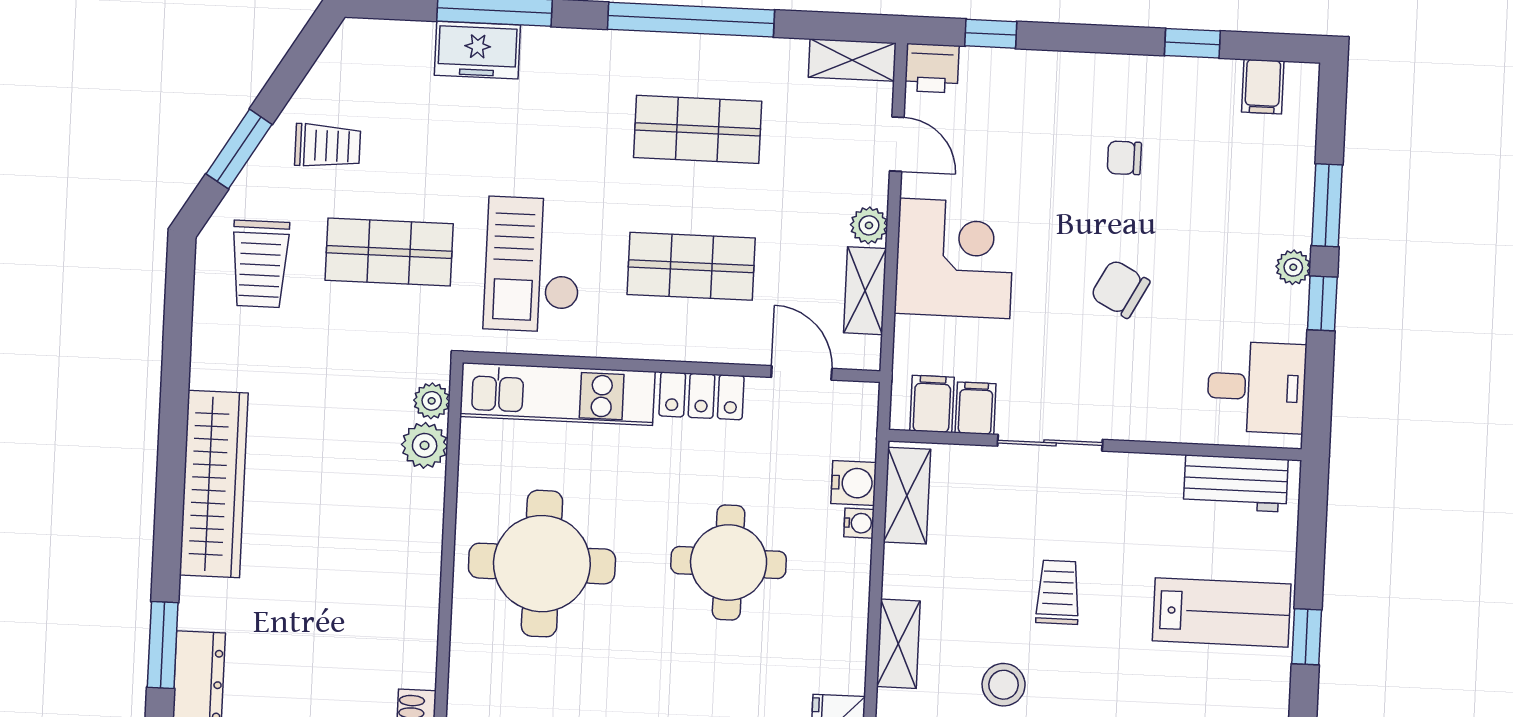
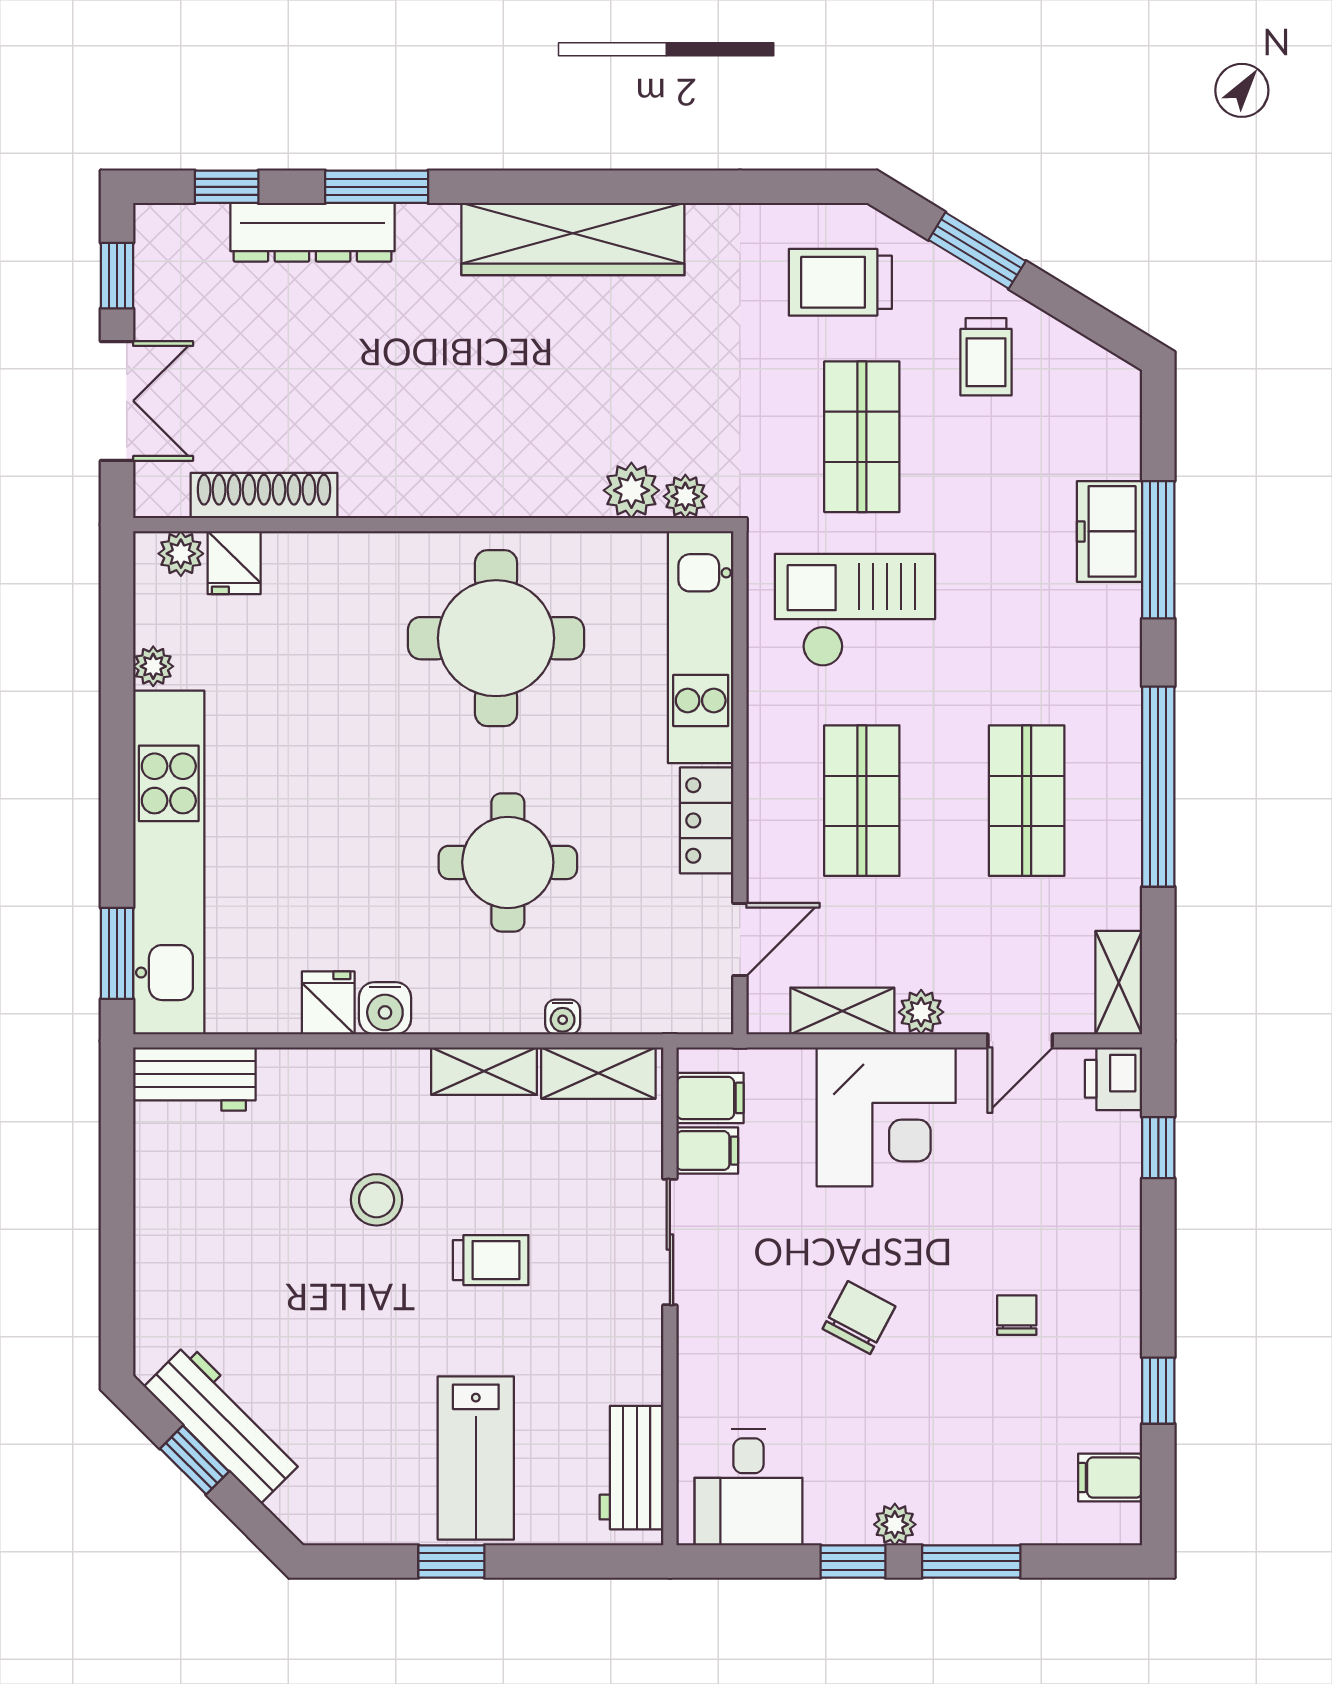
water cooler: (854, 483) -> (385, 1008), moved
shelving: (898, 644) -> (484, 1071), moved

